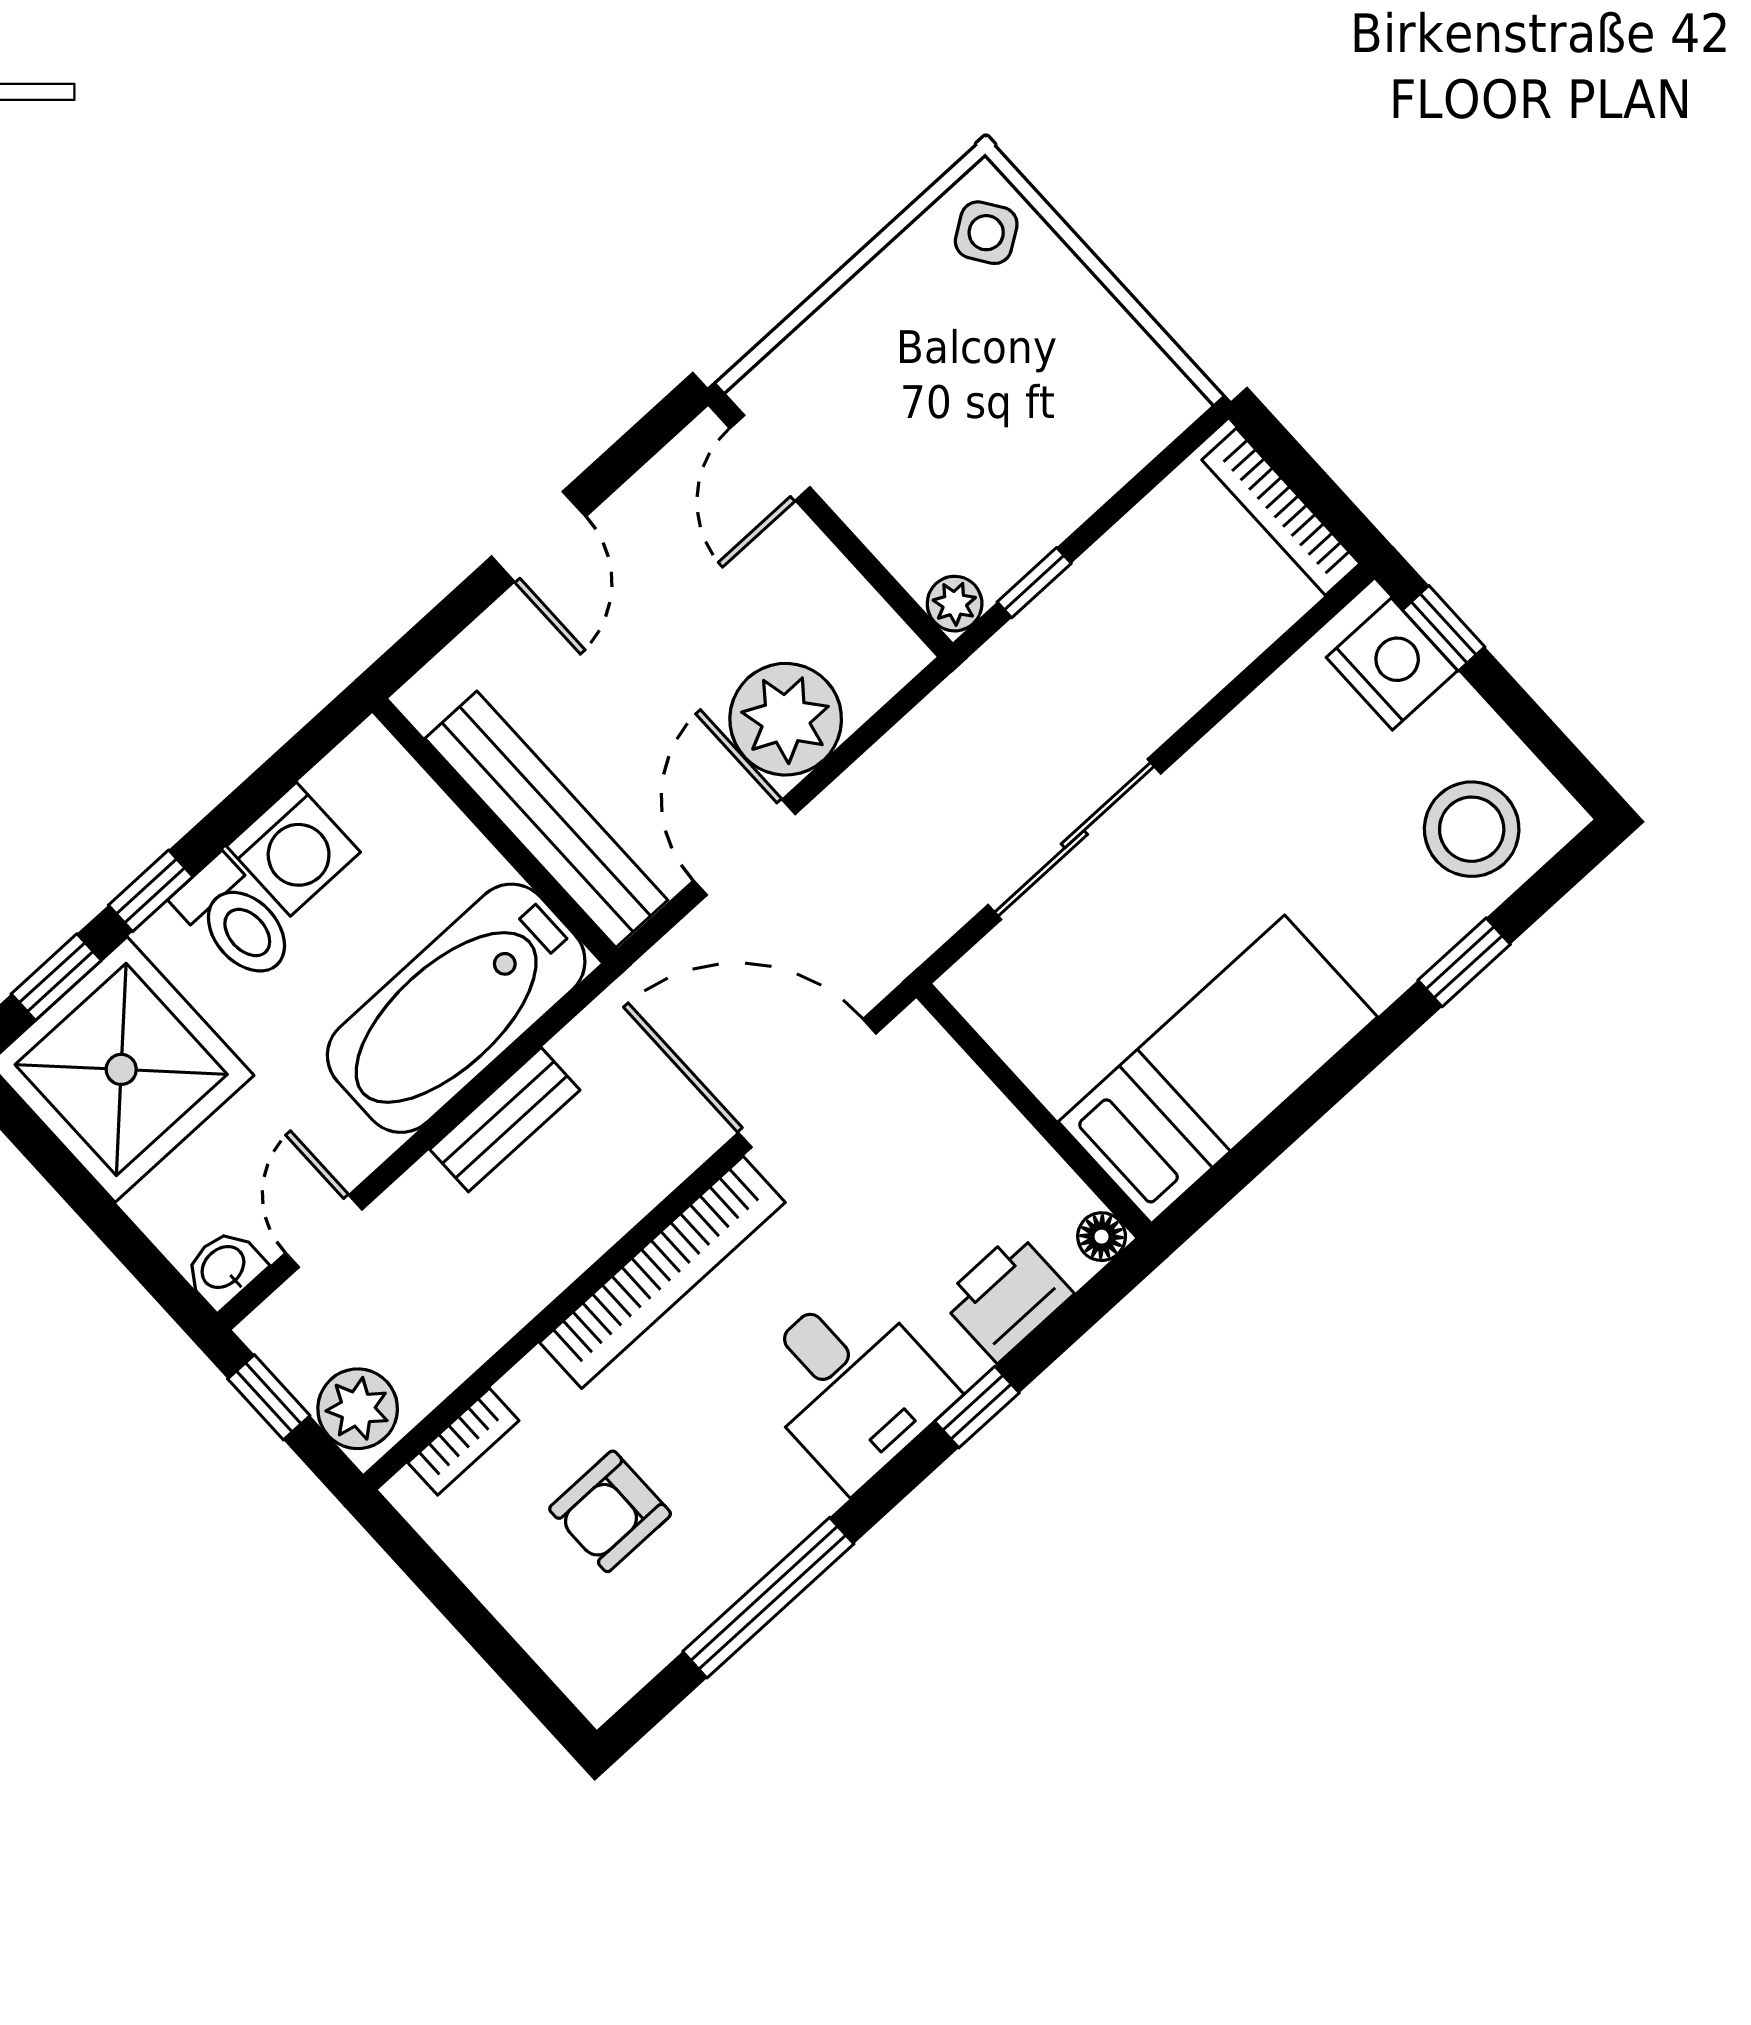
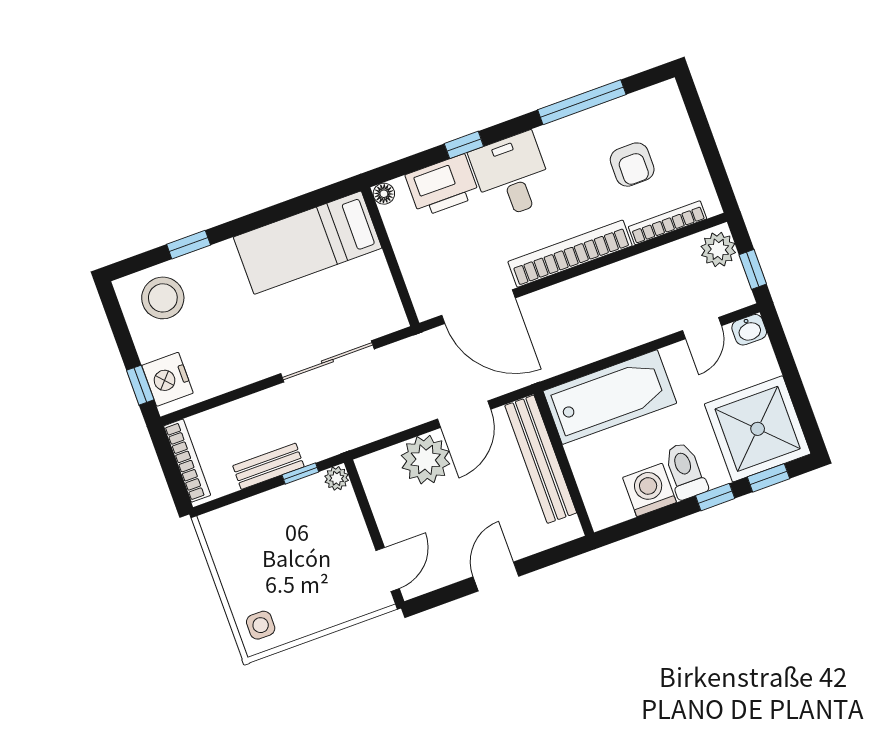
side table: (986, 233) -> (261, 625), turned 34
bench: (505, 1120) -> (268, 466), moved
printer: (1007, 1297) -> (442, 186), width x1.37, depth x1.19
bookcase: (463, 1442) -> (667, 223), width x1.56
armchair: (610, 1511) -> (632, 165), turned 90

